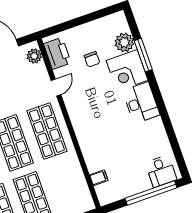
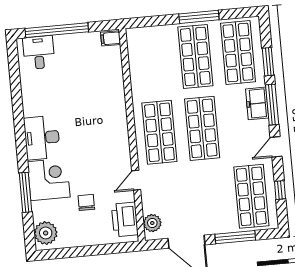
plant: (124, 42) -> (46, 233), moved
filing cabinet: (99, 178) -> (111, 38), moved

